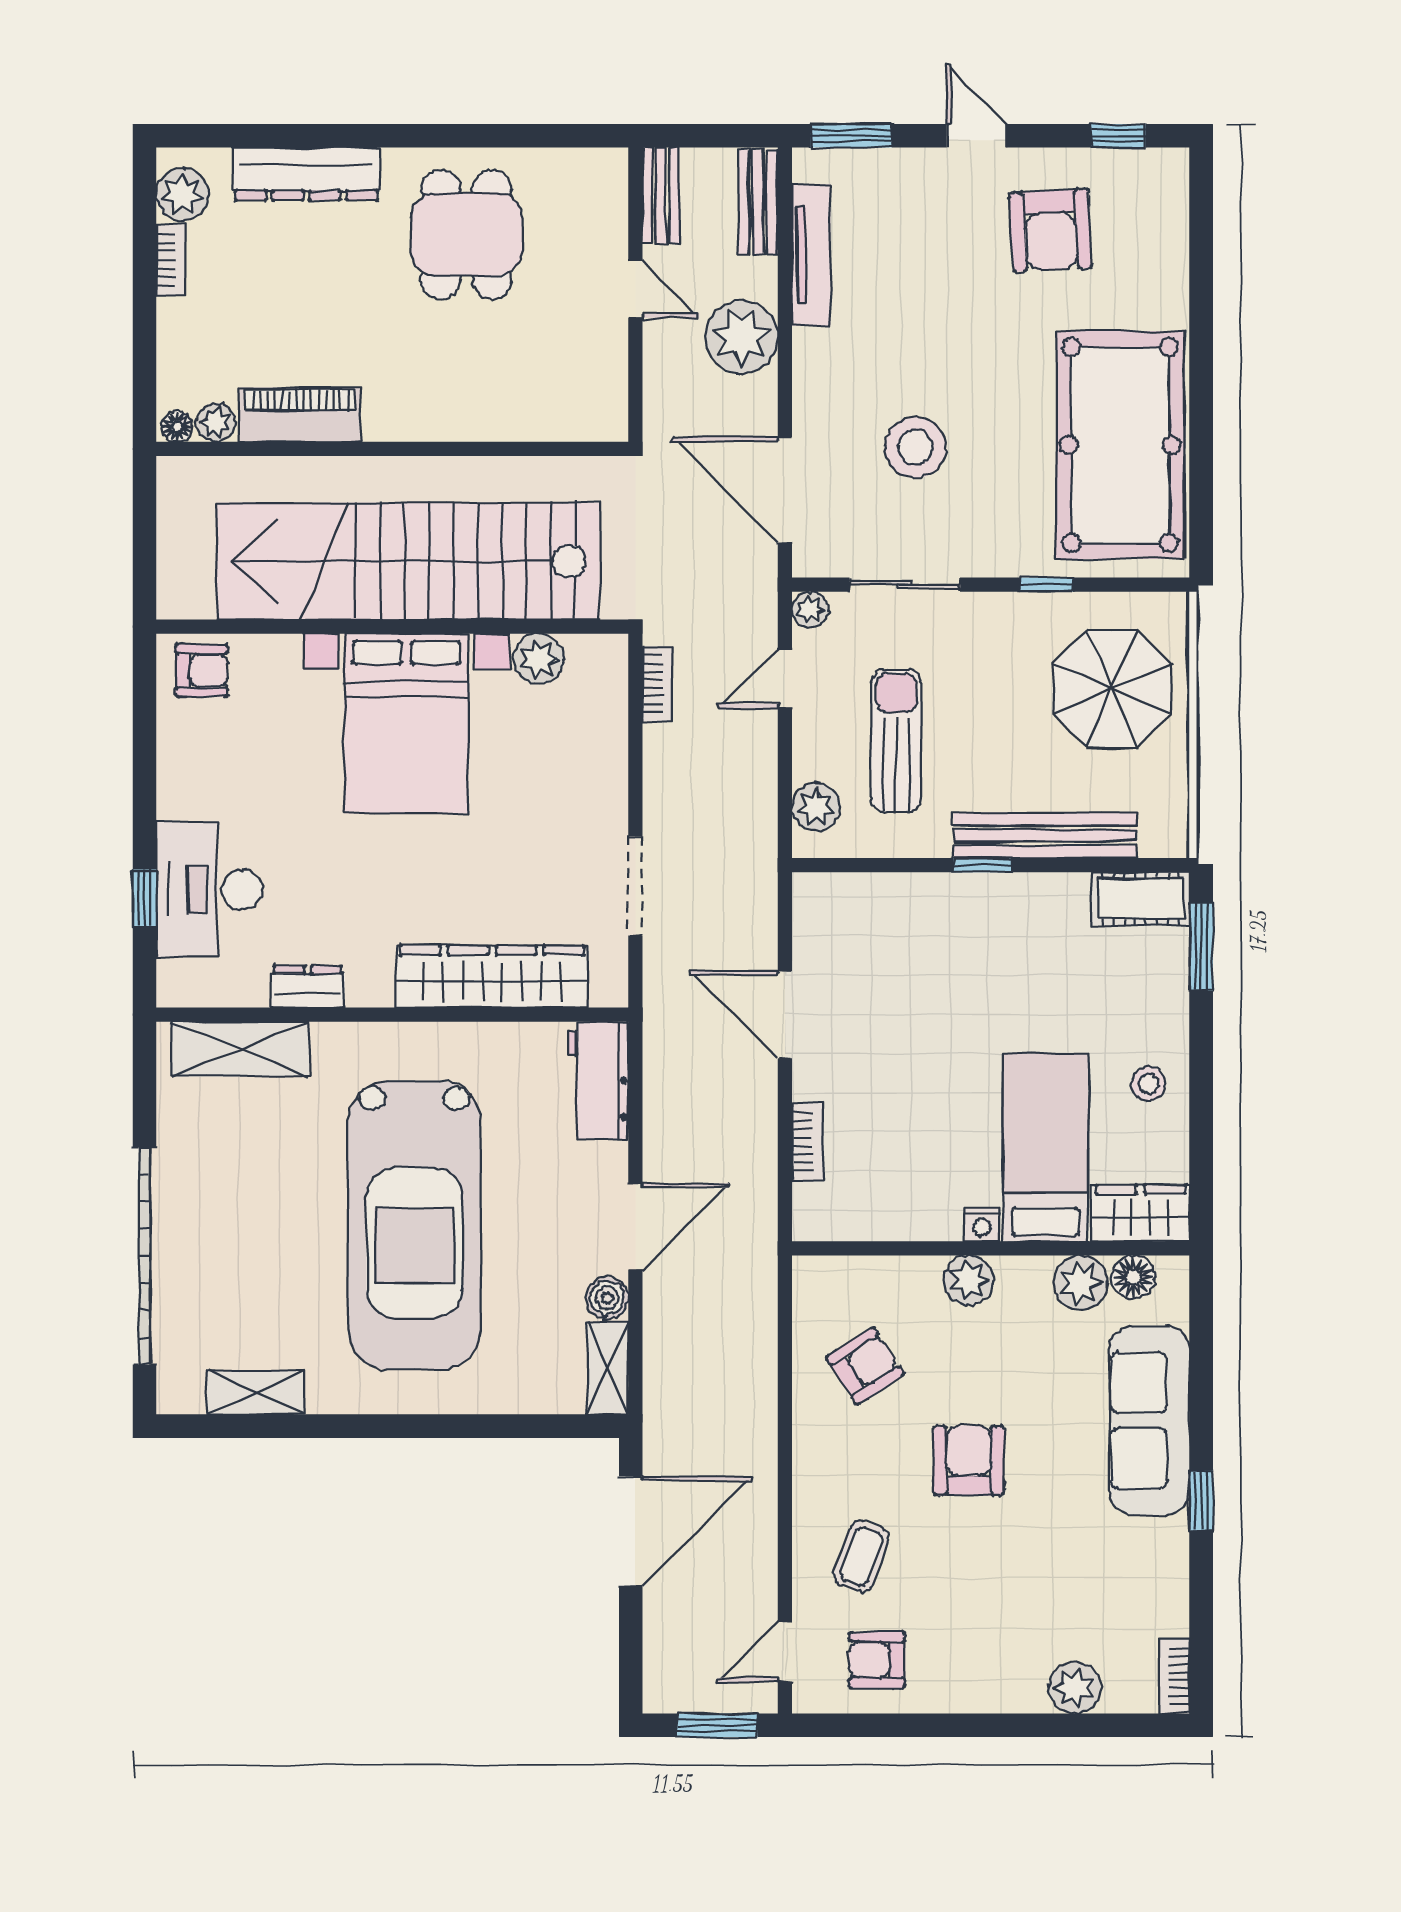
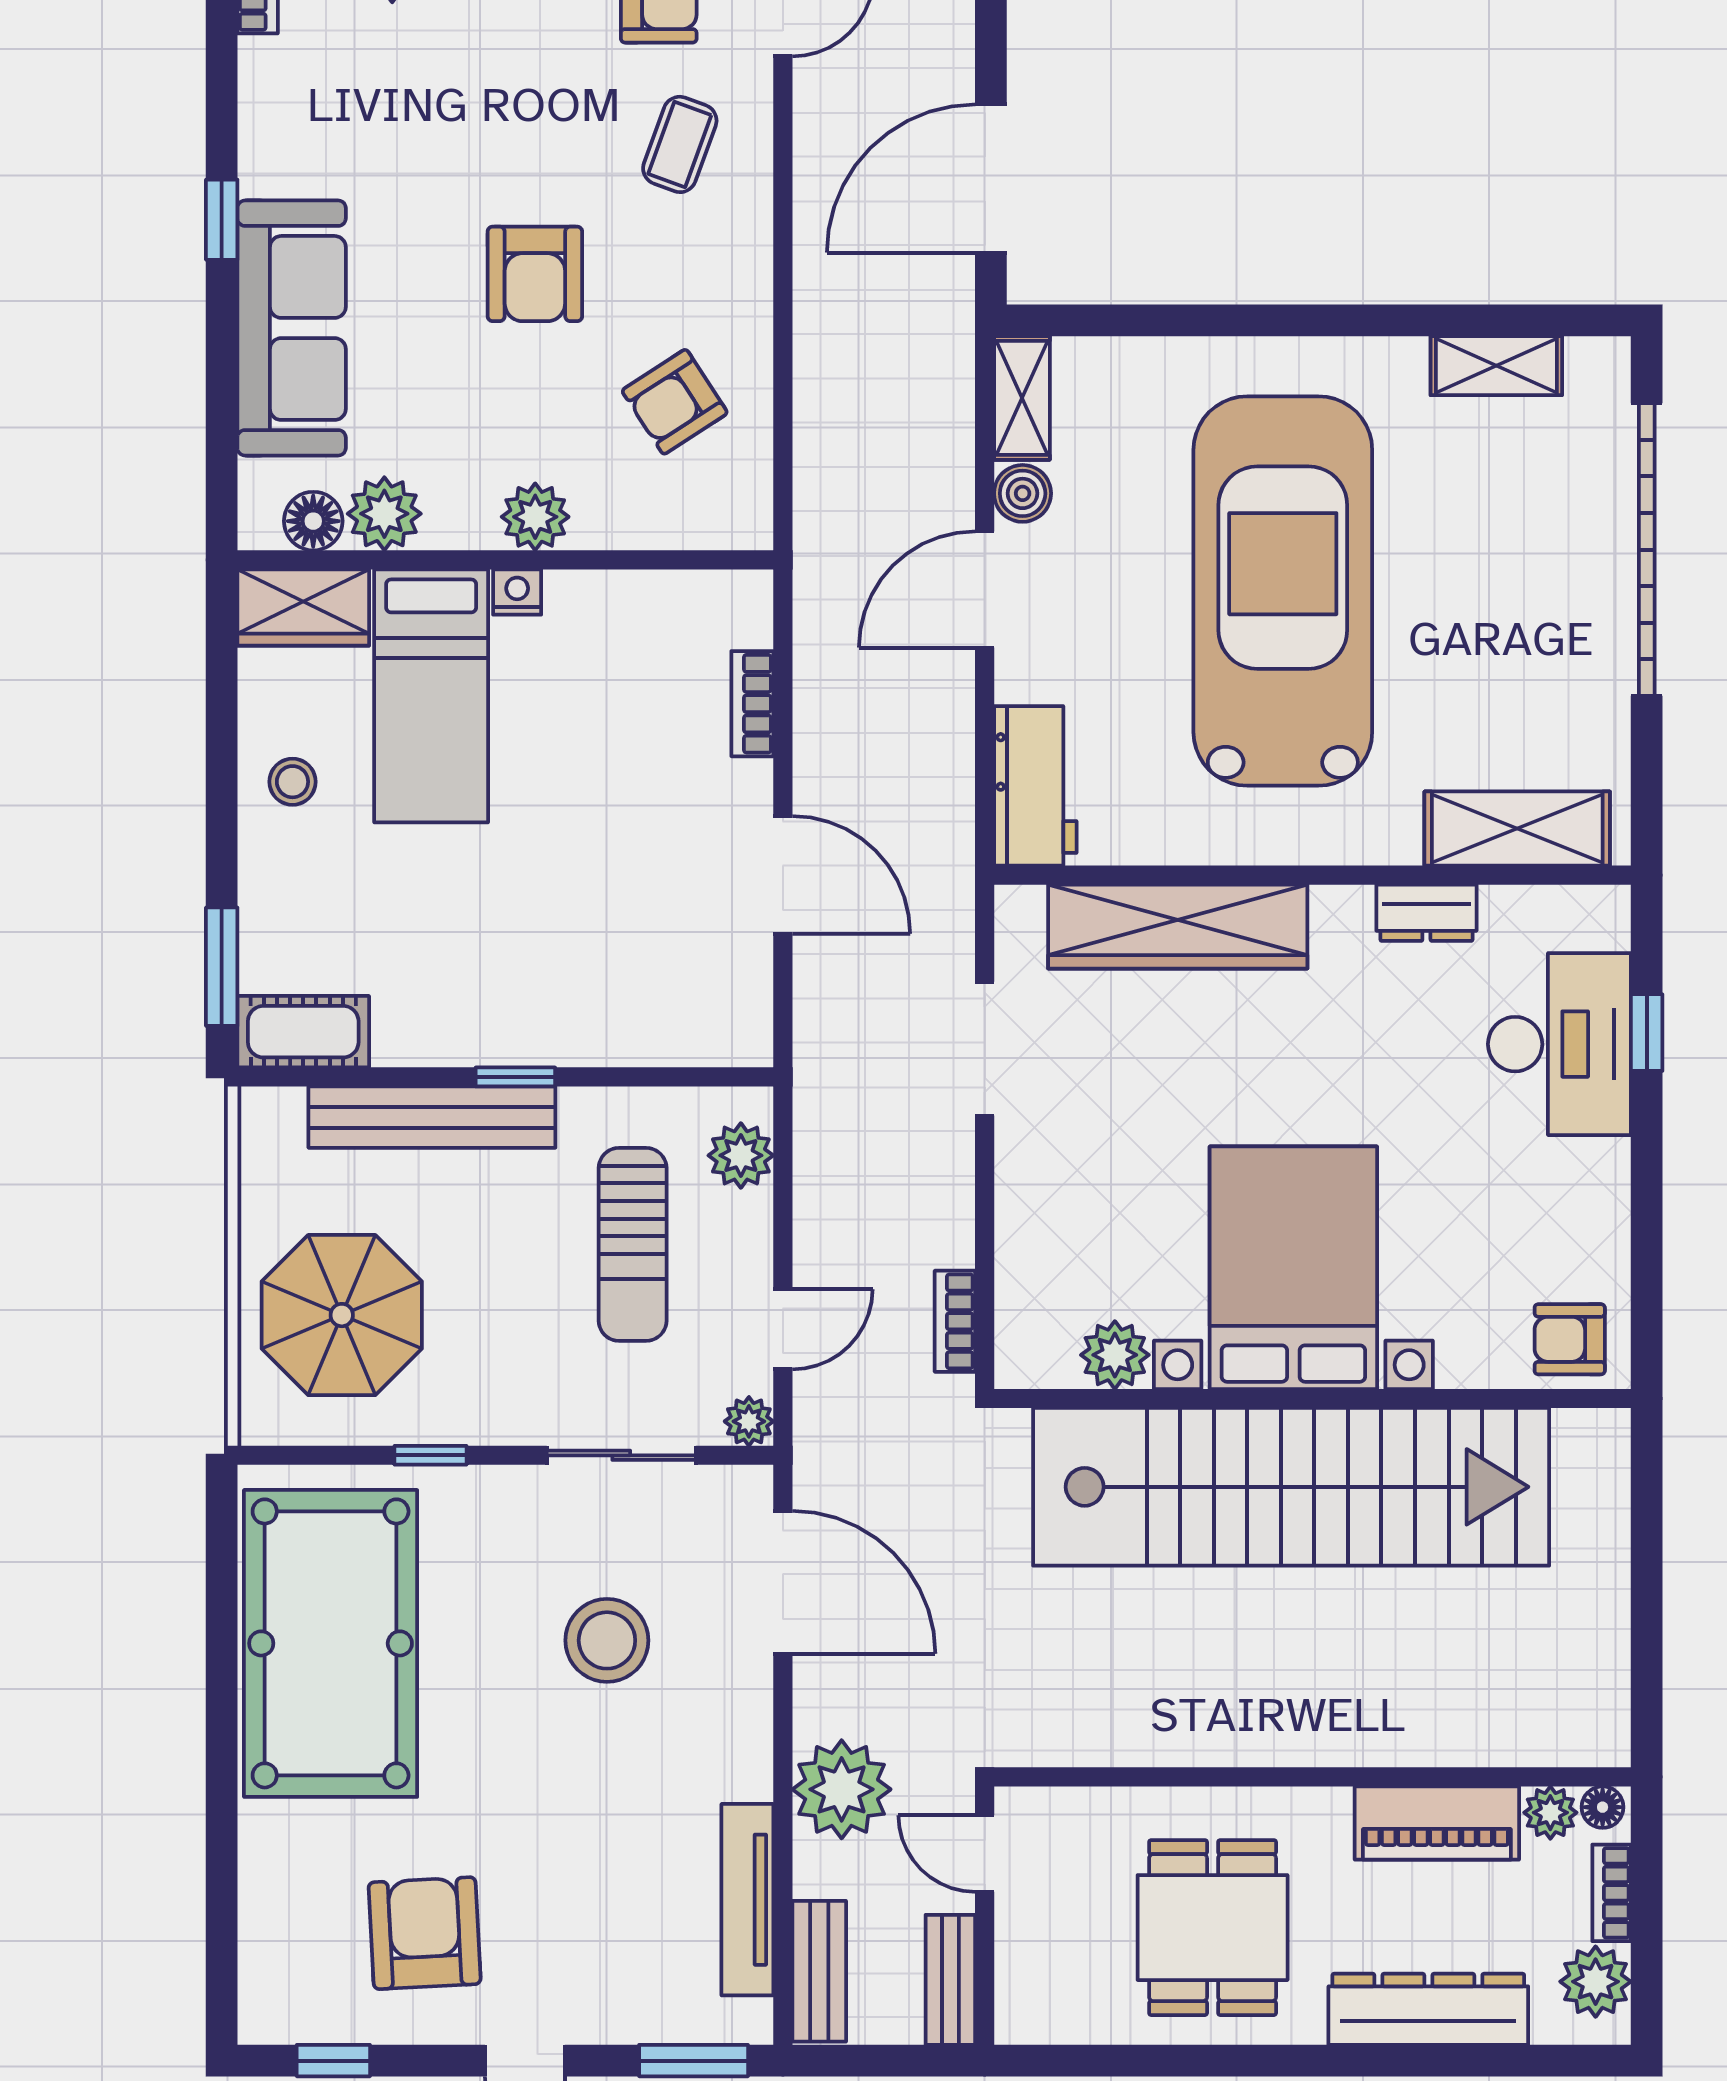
piano: (300, 415) -> (1437, 1823), moved
plant: (216, 422) -> (1550, 1813), moved
floor lamp: (177, 426) -> (1603, 1807), moved
wall: (392, 449) -> (1312, 1777), moved

